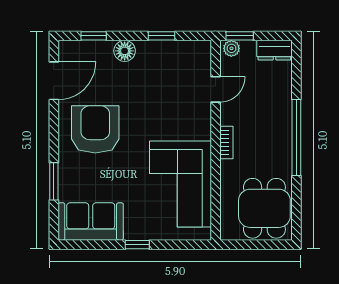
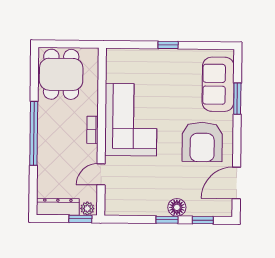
window: (162, 36) -> (167, 220), moved
dresser: (274, 50) -> (58, 207), width x1.44
corner sofa: (180, 184) -> (131, 120), moved
sofa: (91, 221) -> (218, 84), moved, turned 90

